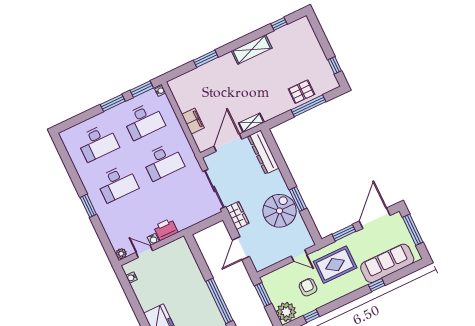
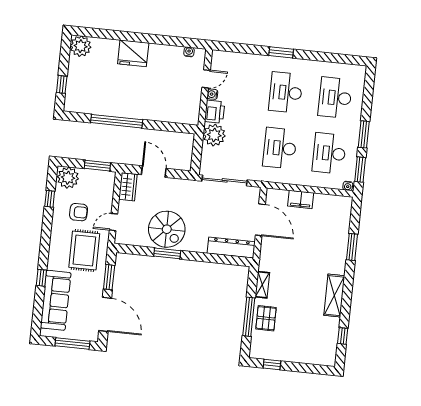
shelving: (251, 123) -> (262, 285), moved
wardrobe: (238, 215) -> (128, 187), moved, turned -90
plant: (121, 254) -> (214, 135), moved, width x1.87, depth x1.87

